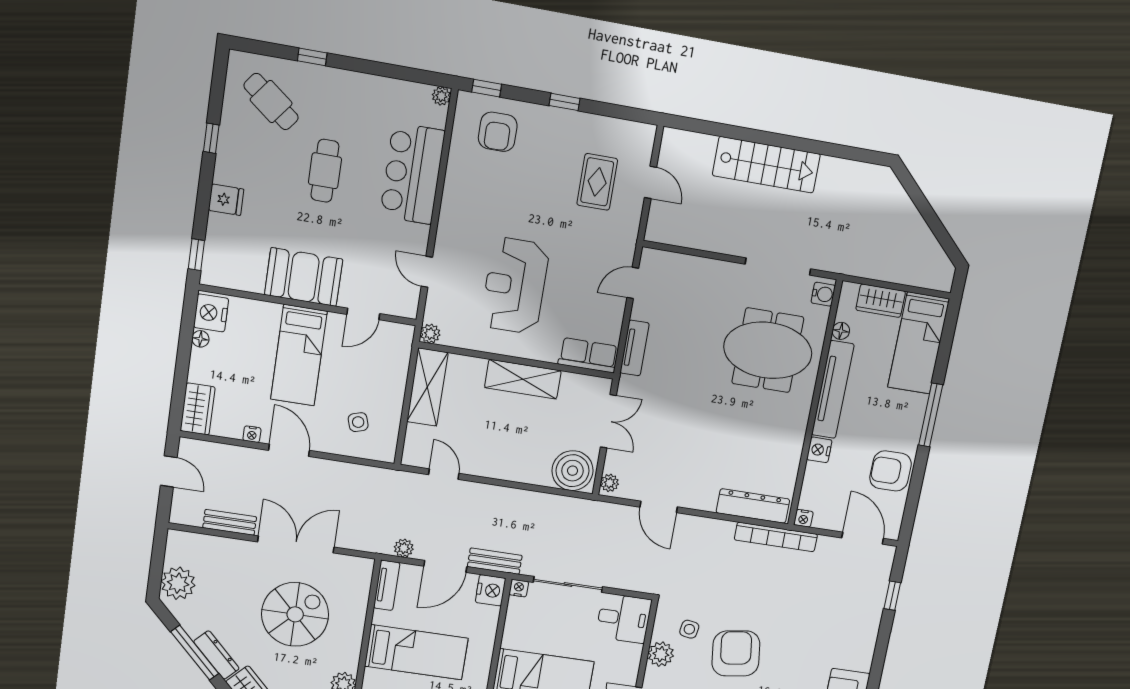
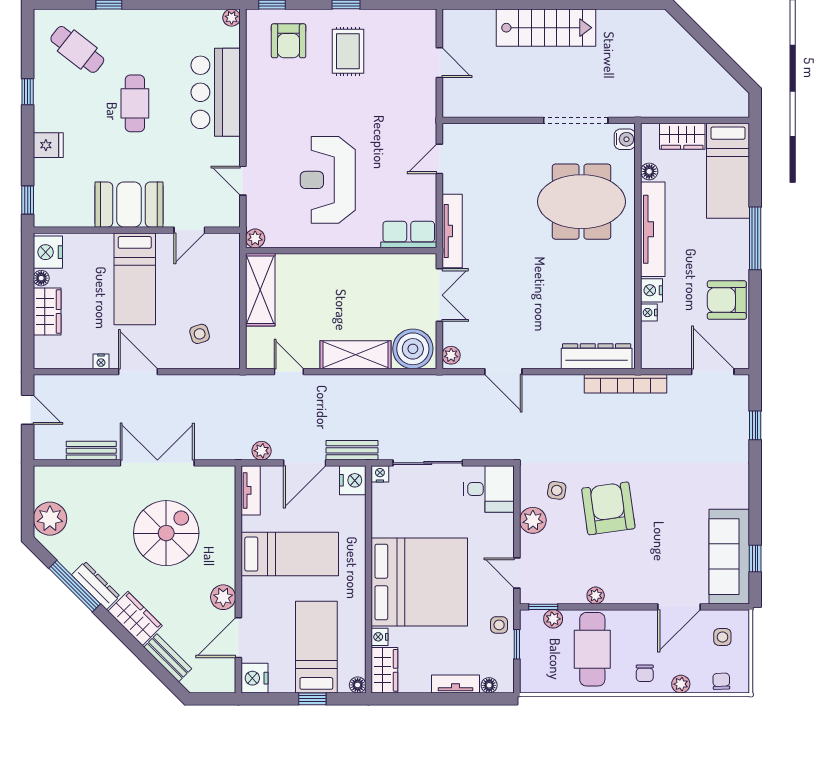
rug: (597, 182) -> (348, 51), moved
tv unit: (635, 348) -> (452, 231), width x1.41
shelving: (523, 379) -> (356, 355), moved
wardrobe: (198, 409) -> (47, 312), moved
nightstand: (803, 518) -> (649, 313), moved, turned 90

